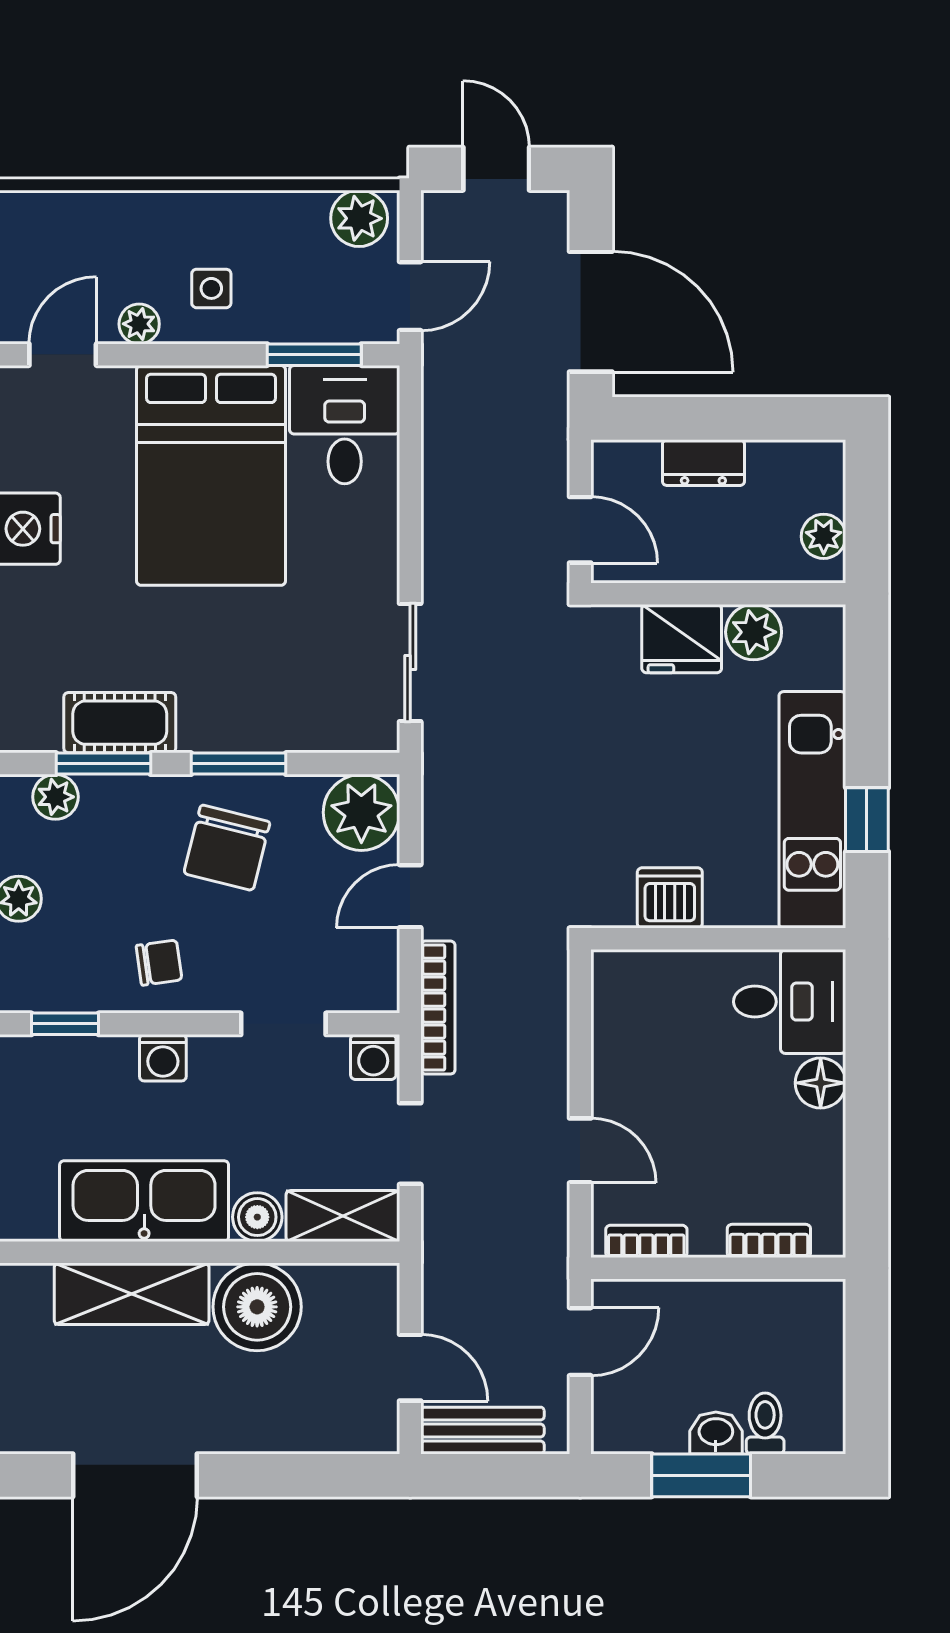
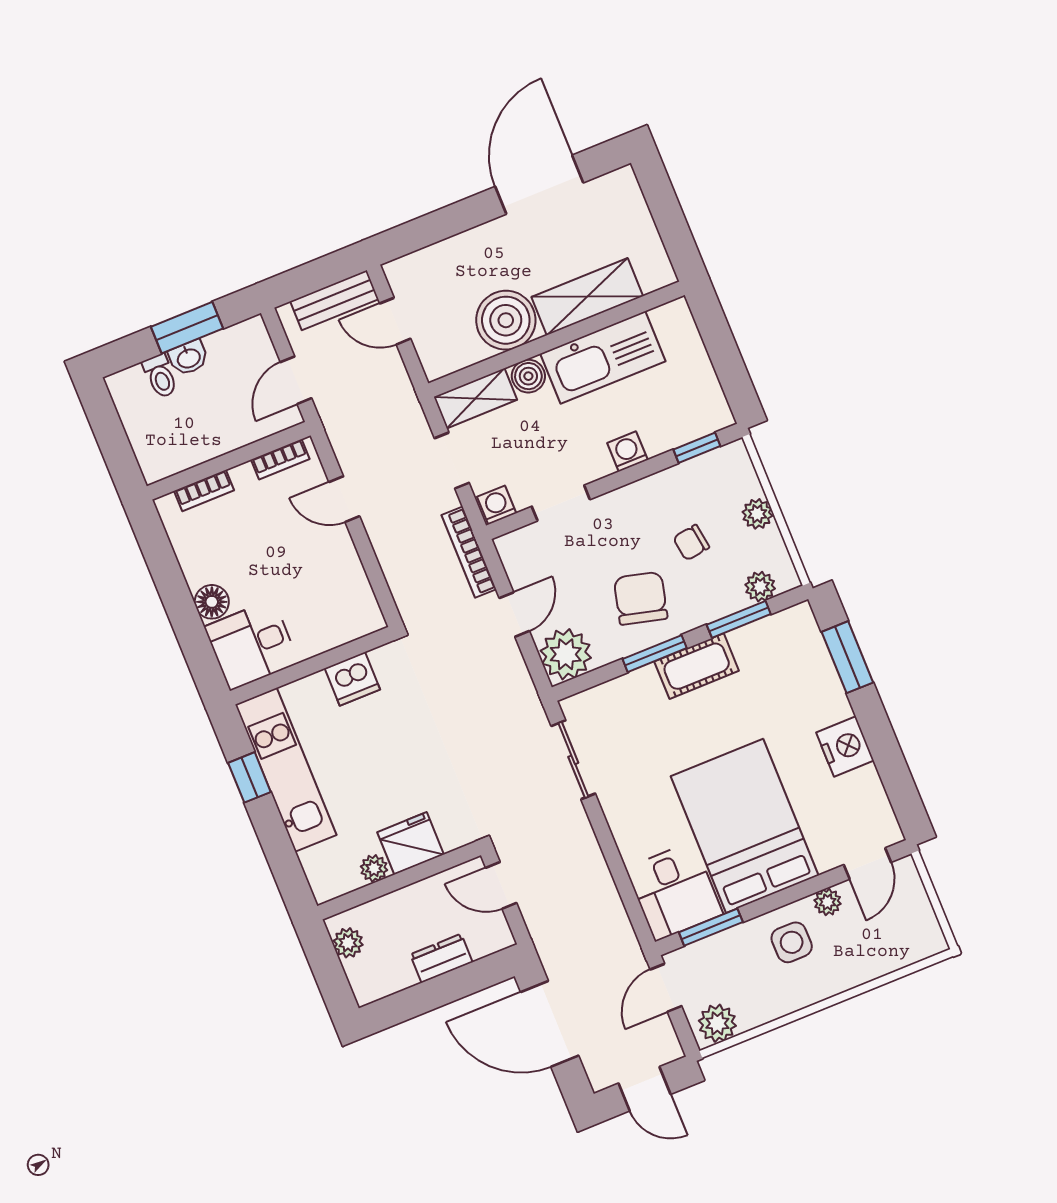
side table: (211, 288) -> (792, 942), width x1.37, depth x1.37
plant: (754, 632) -> (374, 868), width x0.73, depth x0.73
cot: (120, 723) -> (697, 666), moved
chair: (159, 963) -> (691, 543), moved

